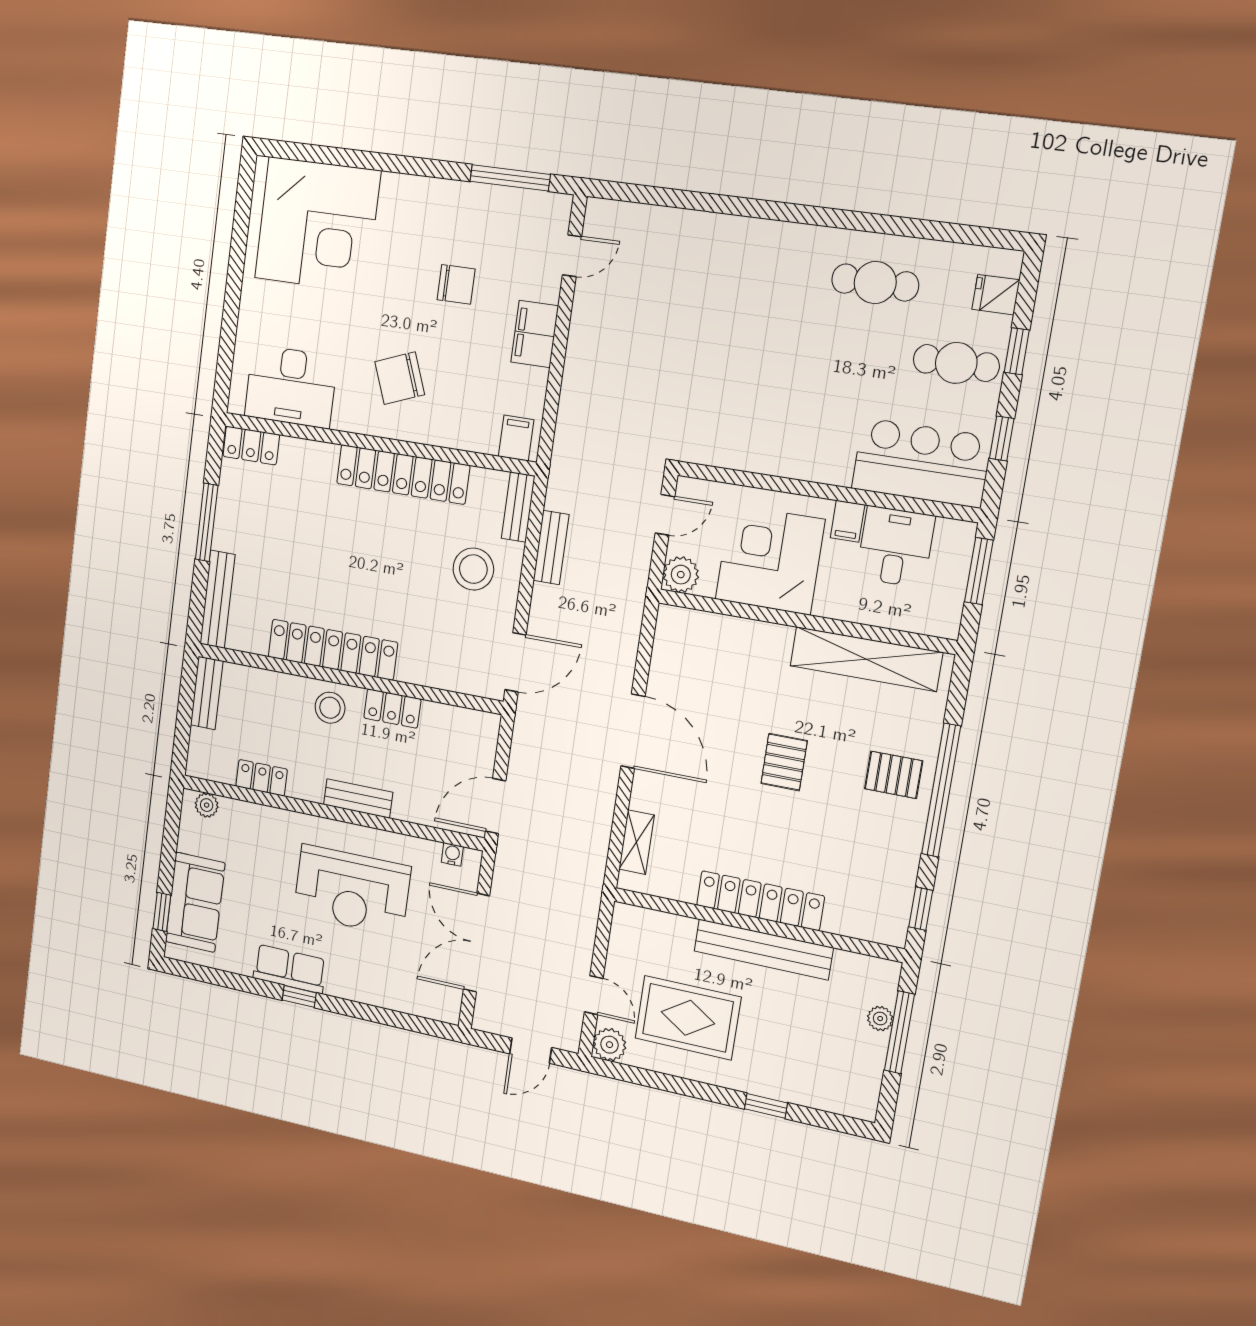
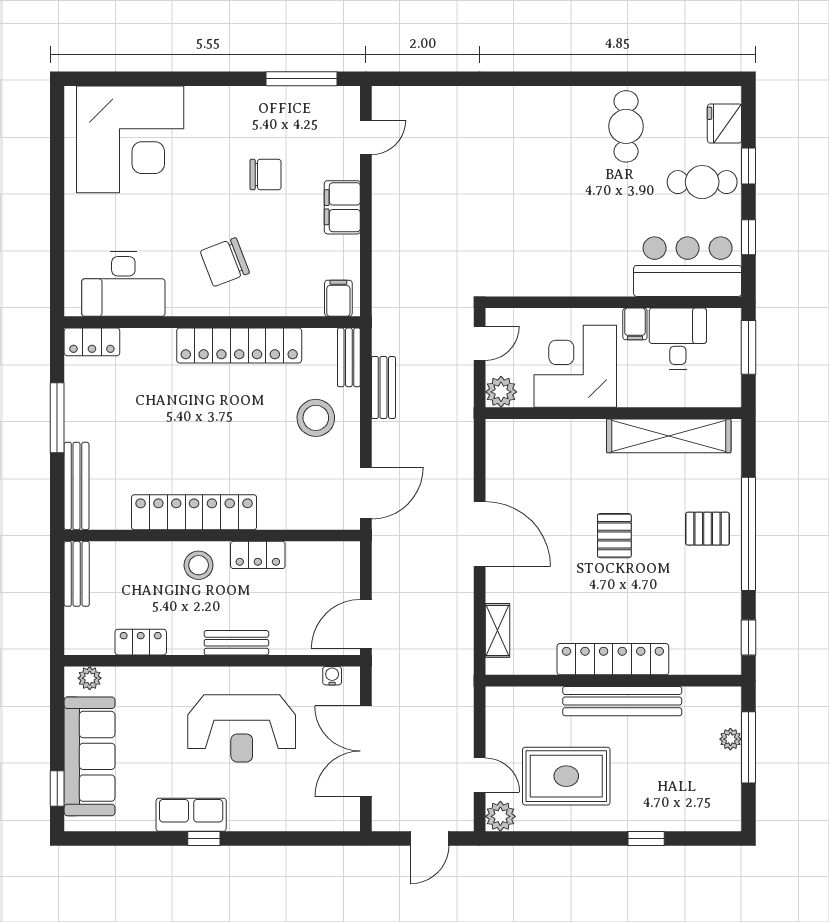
cafe table: (875, 283) -> (626, 126), turned 90
fridge: (996, 295) -> (724, 123), width x1.38
sofa: (195, 902) -> (90, 756), width x1.36

